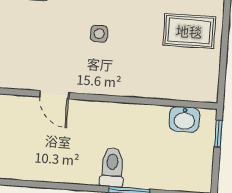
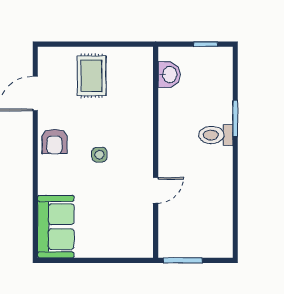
window: (218, 134) -> (206, 44), moved

